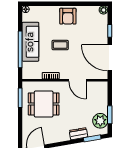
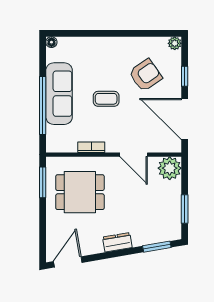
armchair: (68, 16) -> (145, 75), moved, turned -125
plant: (100, 121) -> (170, 168), moved
dresser: (78, 134) -> (117, 242), moved

